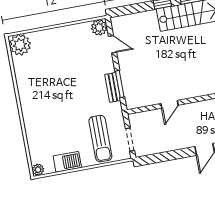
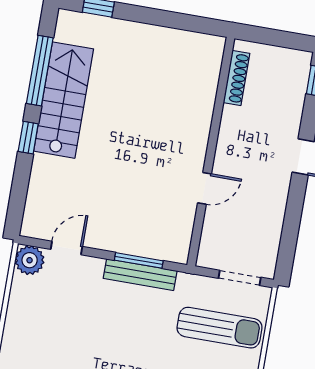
bench: (113, 87) -> (140, 275), width x1.36
door: (170, 104) -> (204, 188), hinge flipped

